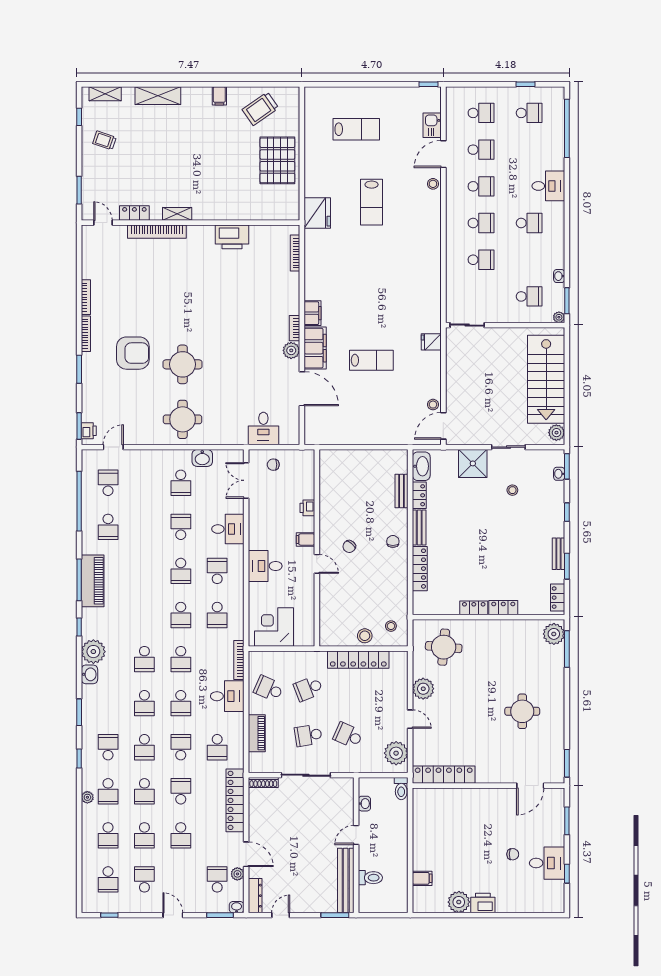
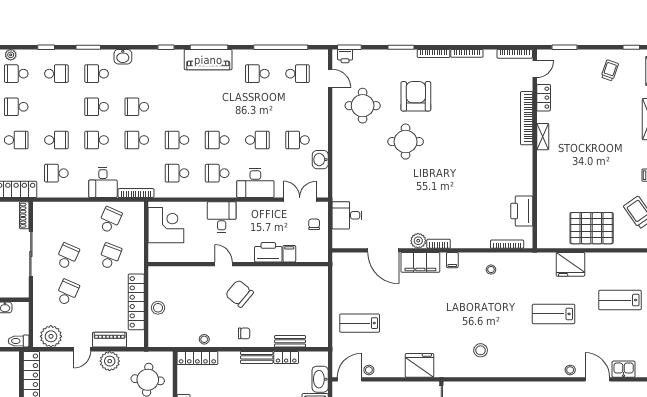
lab bench: (356, 129) -> (620, 300), turned 90
fridge: (317, 213) -> (570, 264), moved
printer: (232, 237) -> (522, 211), moved
bookcase: (86, 245) -> (515, 54), added
stool: (323, 271) -> (491, 270), added
stool: (411, 282) -> (481, 350), added
filing cabinet: (313, 313) -> (452, 260), width x0.50
fridge: (431, 342) -> (419, 365), width x1.88, depth x1.34
armchair: (133, 353) -> (416, 96), turned 180
lab bench: (371, 360) -> (360, 323), moved, turned 90
door: (302, 389) -> (383, 250), hinge flipped
round table: (183, 419) -> (363, 106), moved
door: (443, 426) -> (349, 379), hinge flipped
washbasin: (421, 466) -> (320, 379), moved, turned 90
printer: (307, 508) -> (268, 252), width x1.87, depth x1.48
desk: (228, 529) -> (255, 183), width x1.37
filing cabinet: (305, 539) -> (289, 254), moved
chair: (349, 546) -> (239, 294), width x1.87, depth x1.87
door: (317, 564) -> (224, 264), swing flipped
locker: (420, 569) -> (197, 358), moved
school desk: (217, 571) -> (217, 173), turned 180
stool: (391, 626) -> (204, 339), moved
plant: (93, 652) -> (144, 60), removed
school desk: (308, 689) -> (110, 256), turned 42
piano: (257, 733) -> (110, 340), moved, turned 180
school desk: (308, 735) -> (67, 256), turned 33
school desk: (144, 747) -> (97, 74), moved

